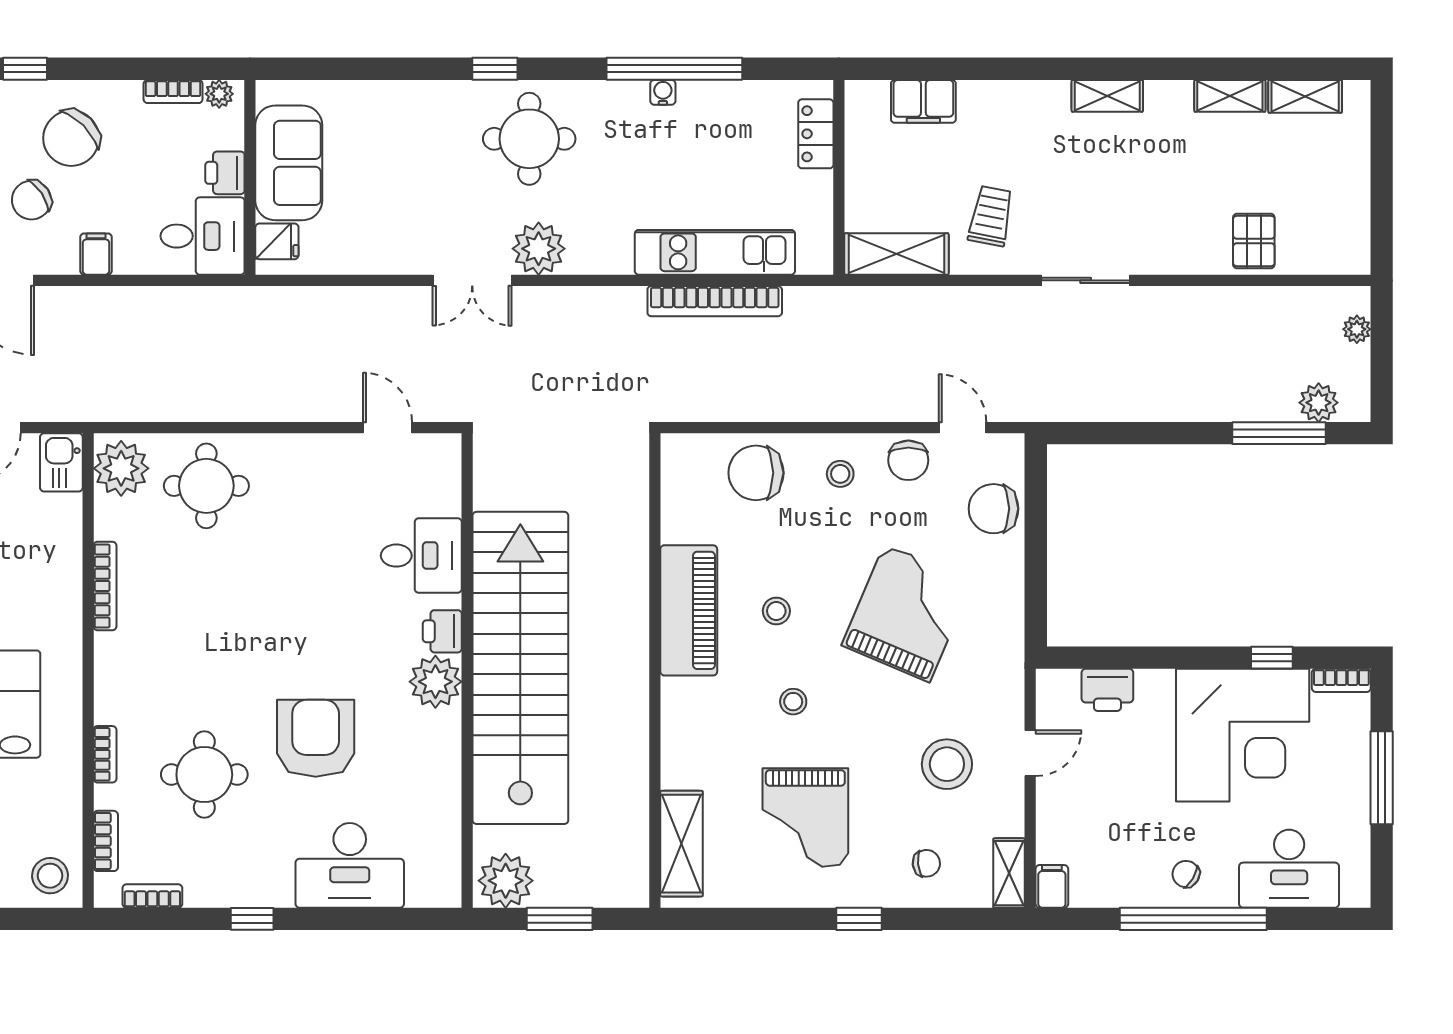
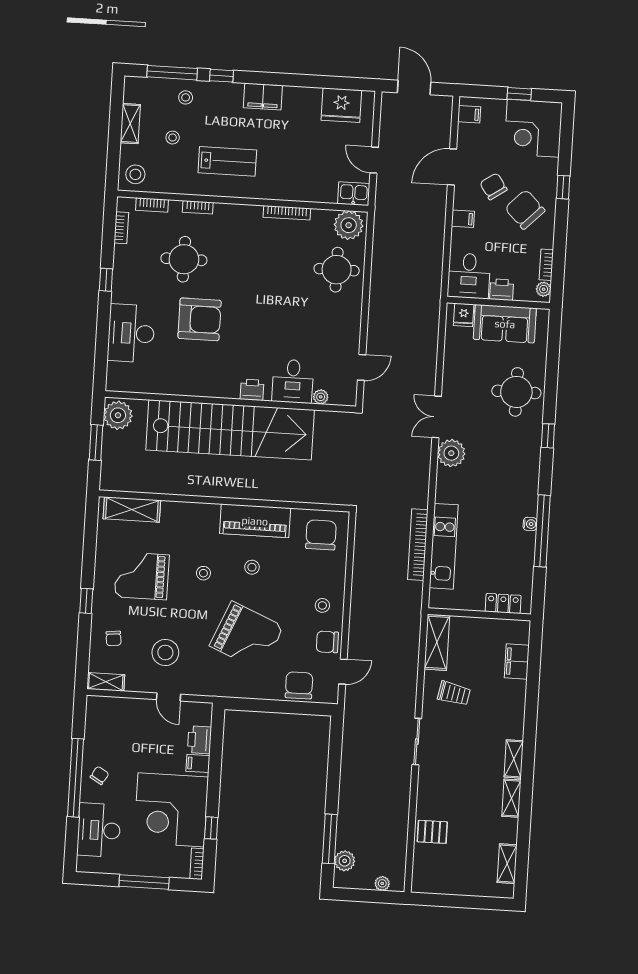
shelving: (1230, 96) -> (511, 798), moved
round table: (529, 139) -> (516, 392), moved
chair: (756, 473) -> (321, 535), moved
plant: (435, 682) -> (321, 397), moved, width x0.53, depth x0.53
filing cabinet: (1052, 886) -> (198, 763), moved, turned 180

